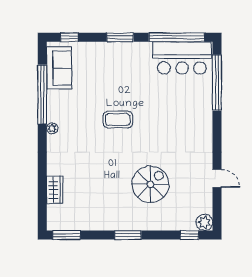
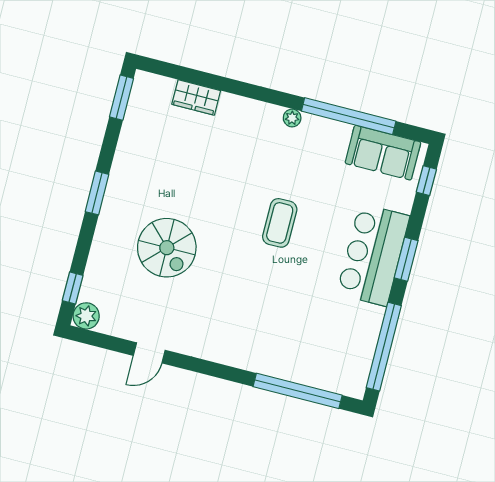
bar counter: (182, 58) -> (373, 255), moved

